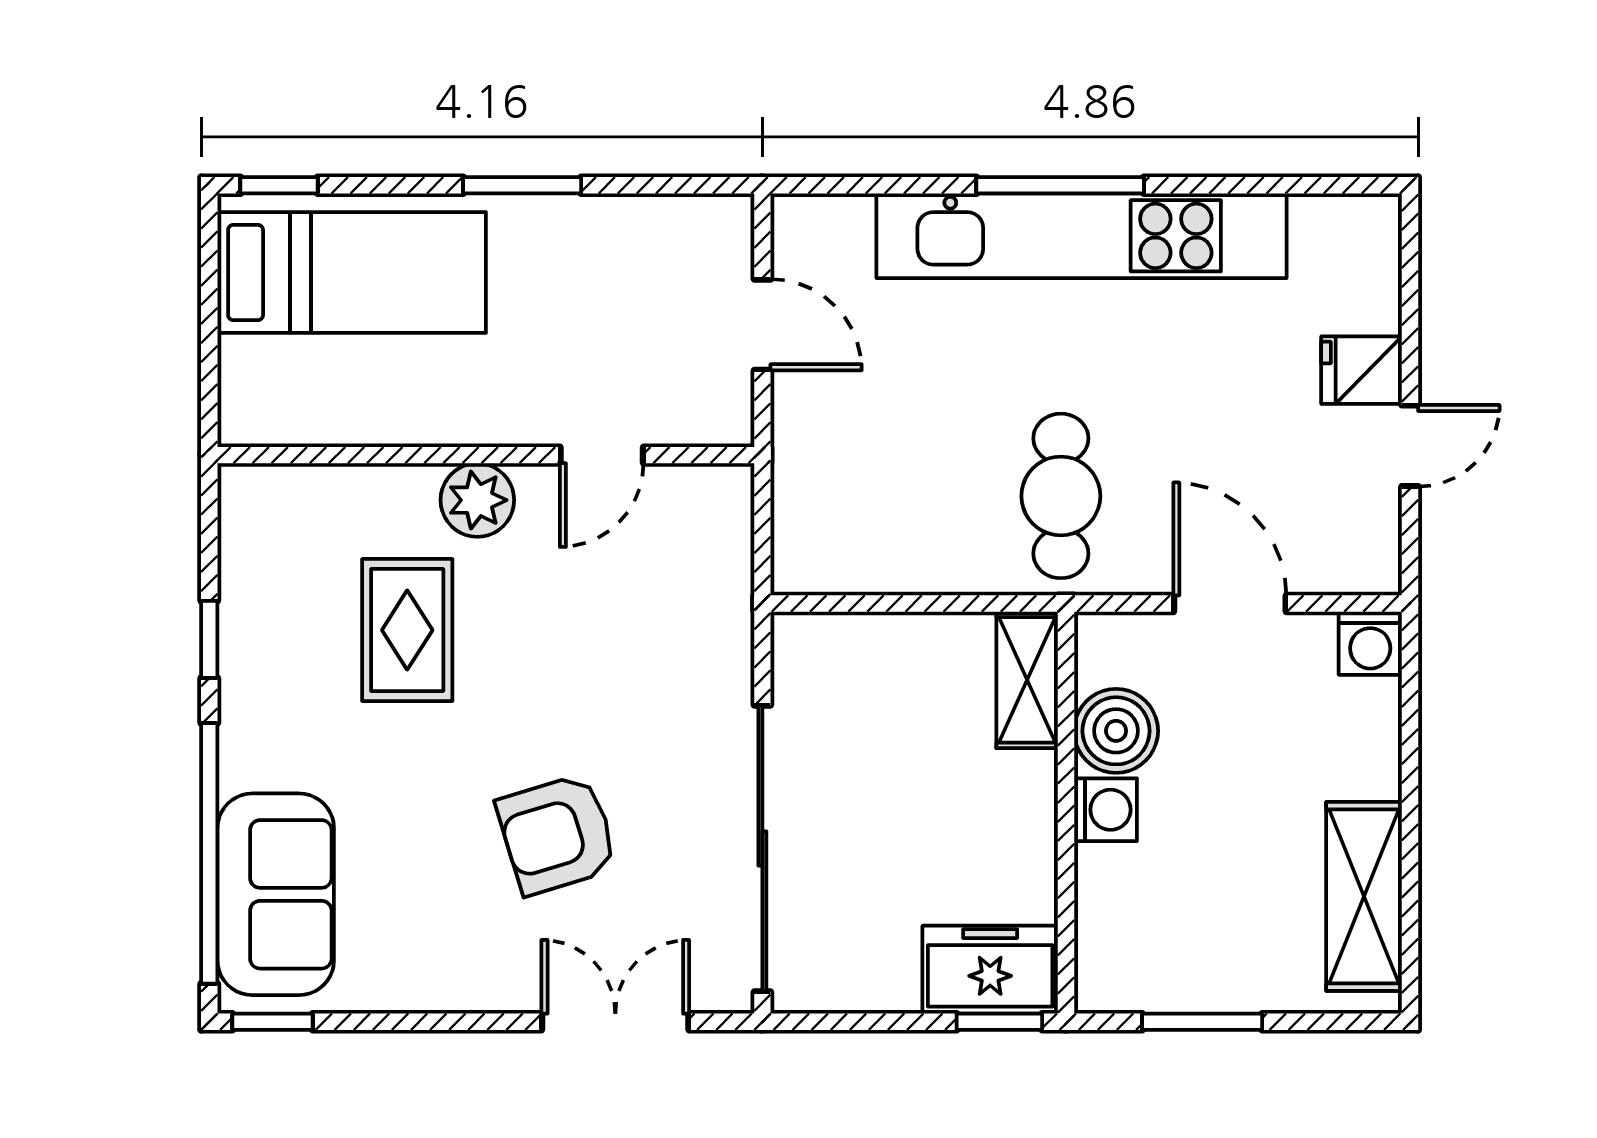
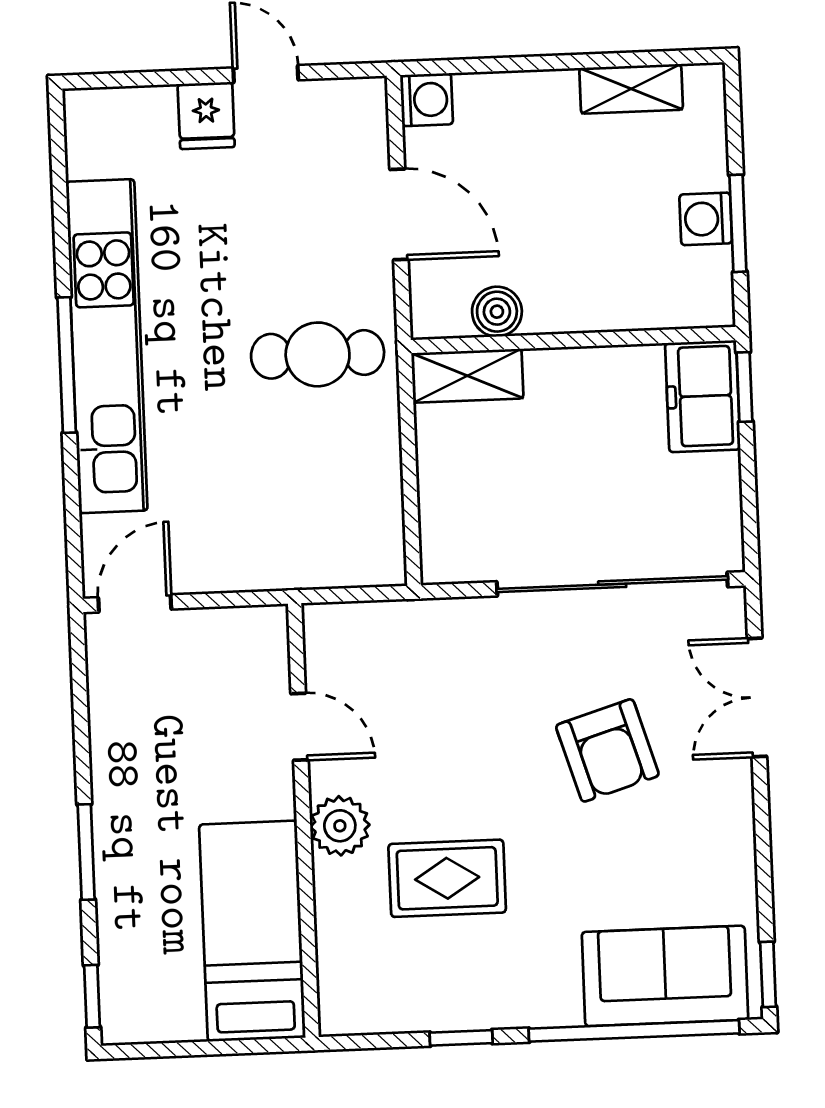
window: (522, 185) -> (86, 852), moved
bed: (352, 272) -> (252, 931), moved
door: (762, 325) -> (135, 603), moved
door: (1230, 604) -> (399, 214), swing flipped
boiler: (1116, 731) -> (497, 312), width x0.73, depth x0.73
washing machine: (1105, 810) -> (706, 219), moved, turned -90
shelving: (1364, 896) -> (631, 89), width x0.67, depth x0.75

